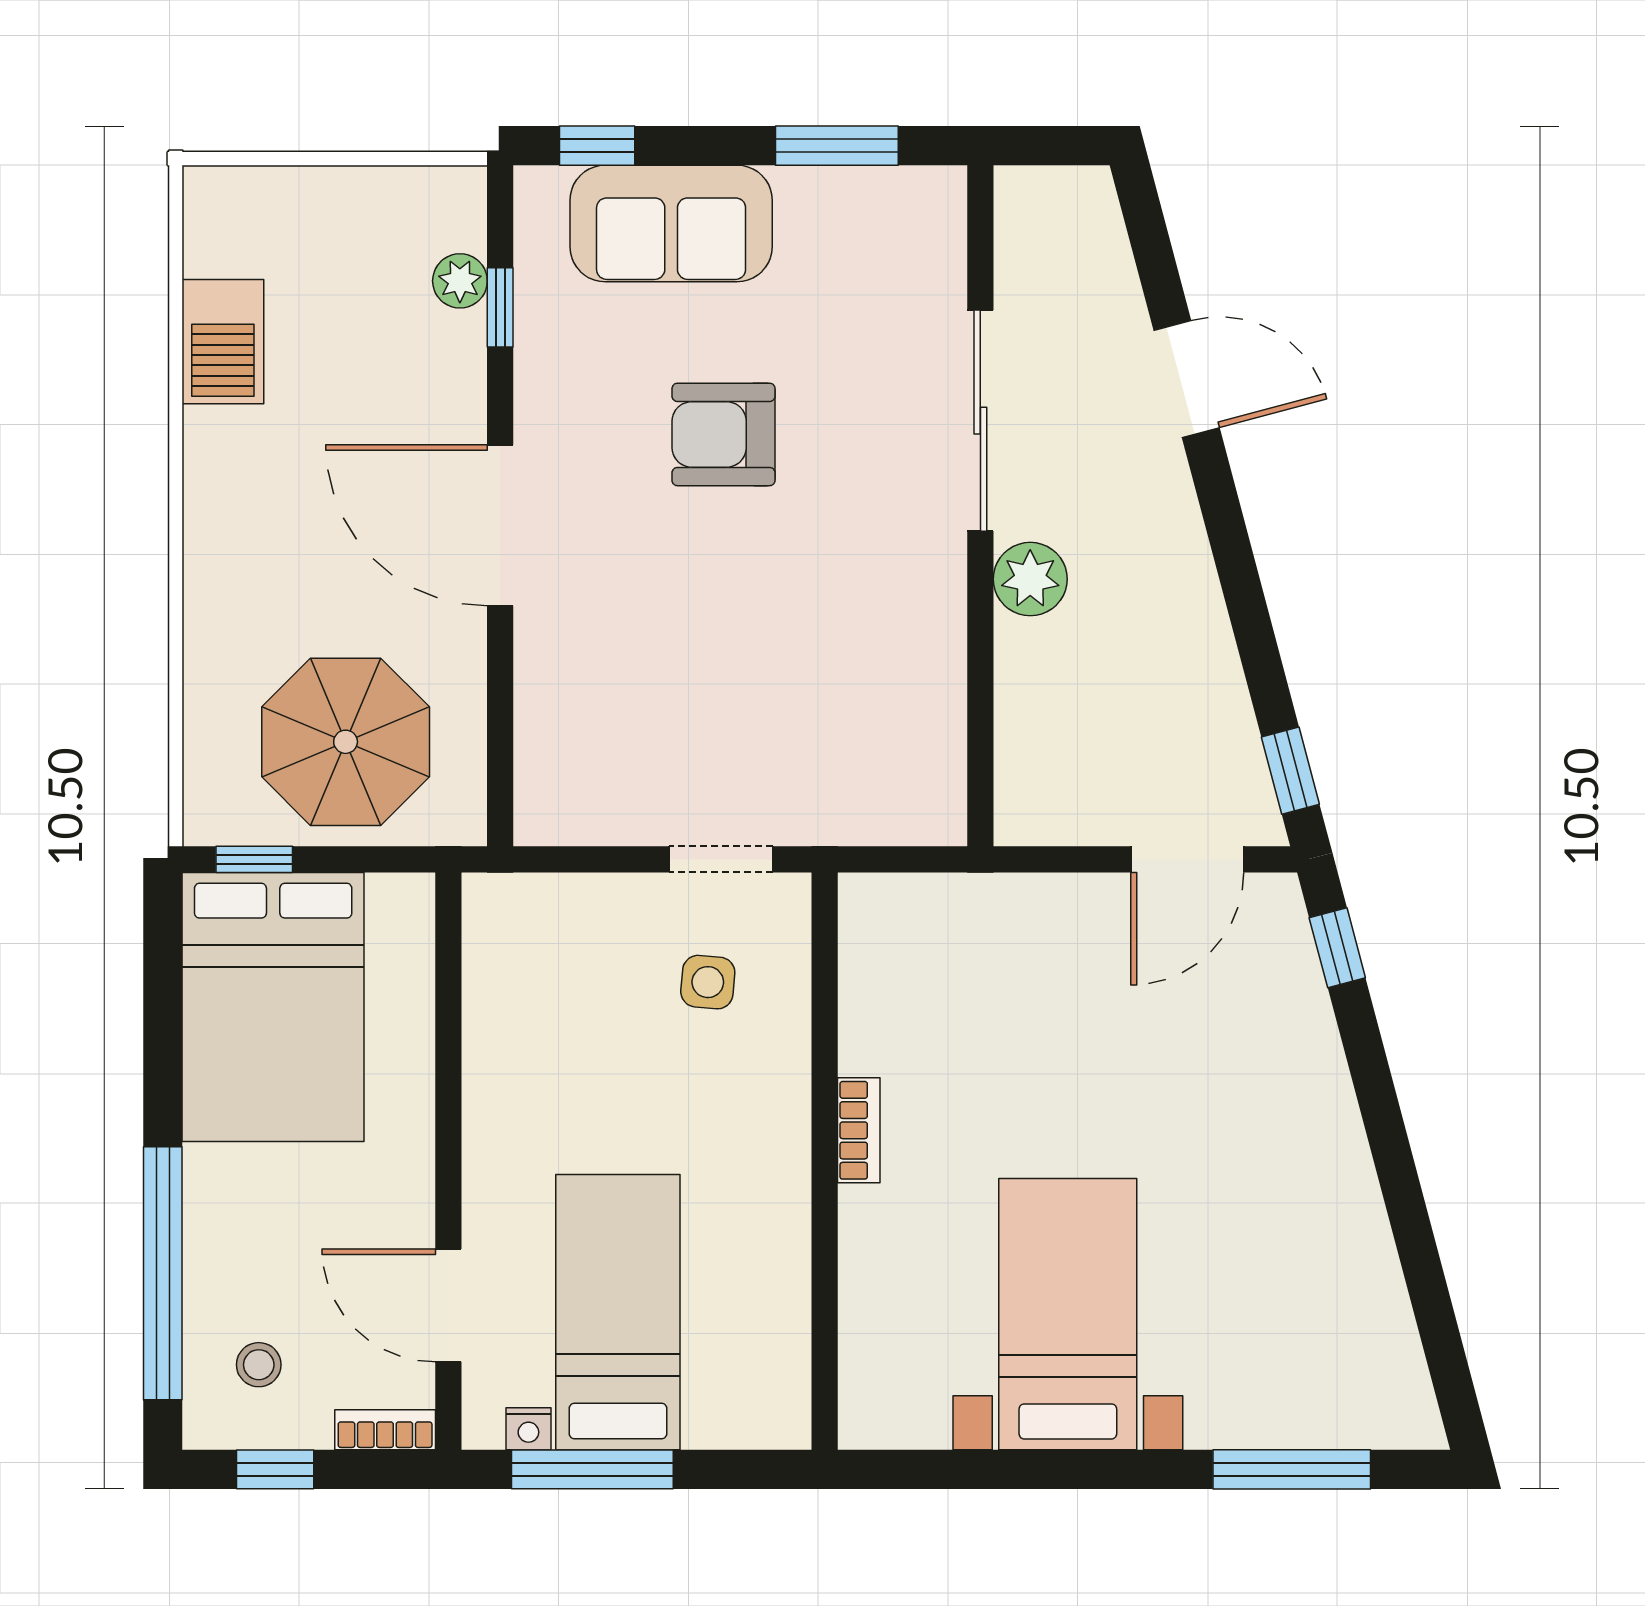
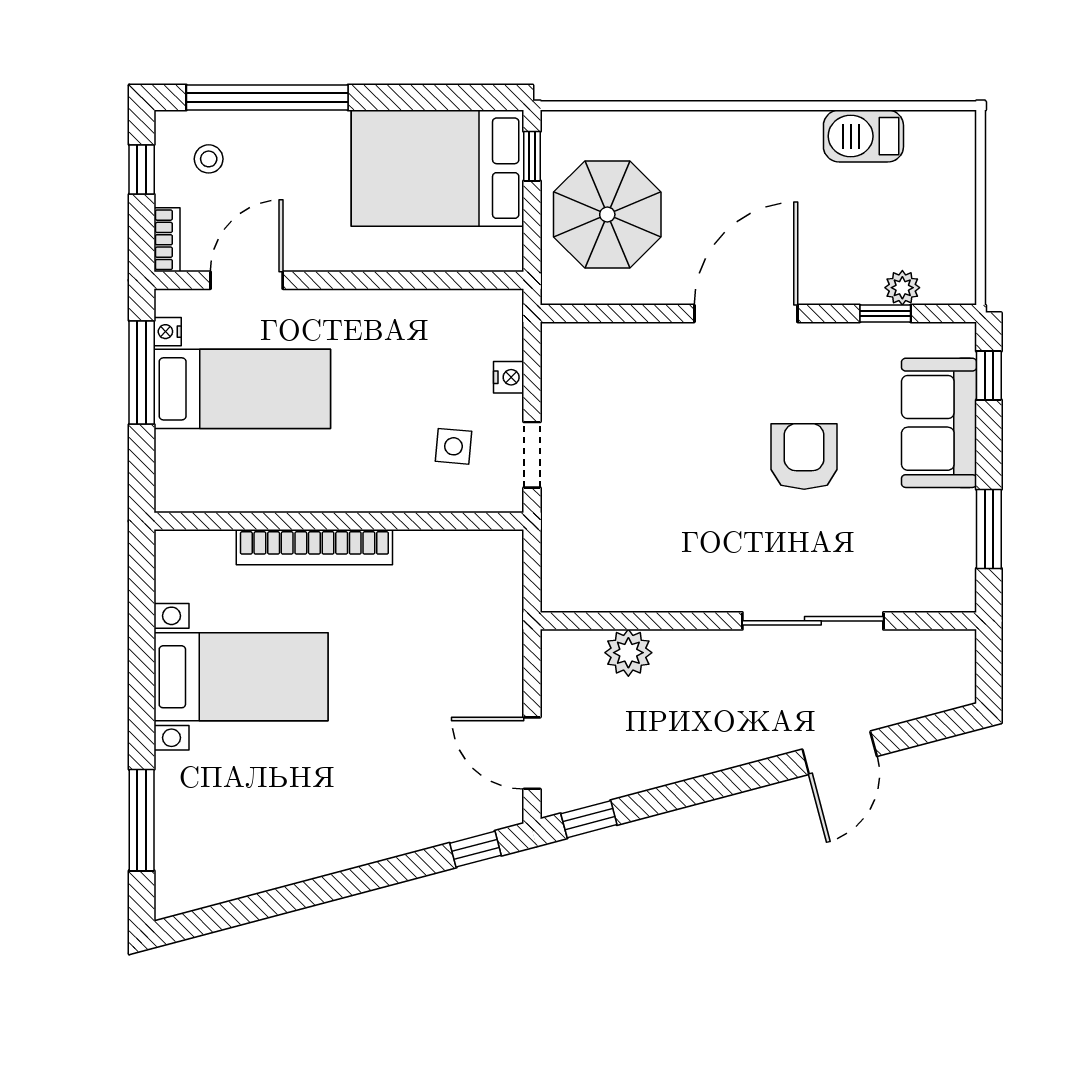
plant: (1030, 579) -> (628, 653), moved
nightstand: (600, 896) -> (509, 377), added
bookcase: (859, 1130) -> (314, 547), width x2.31, depth x1.31

